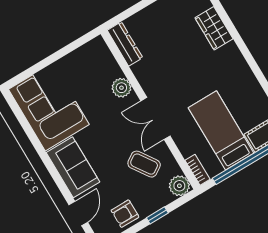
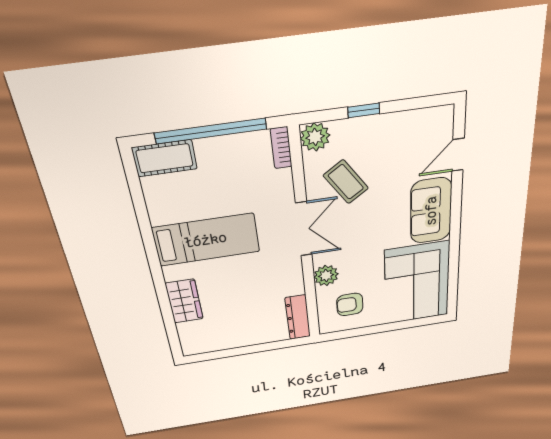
bed: (221, 130) -> (206, 240), moved, turned -90
armchair: (125, 214) -> (350, 304), moved, turned 180

